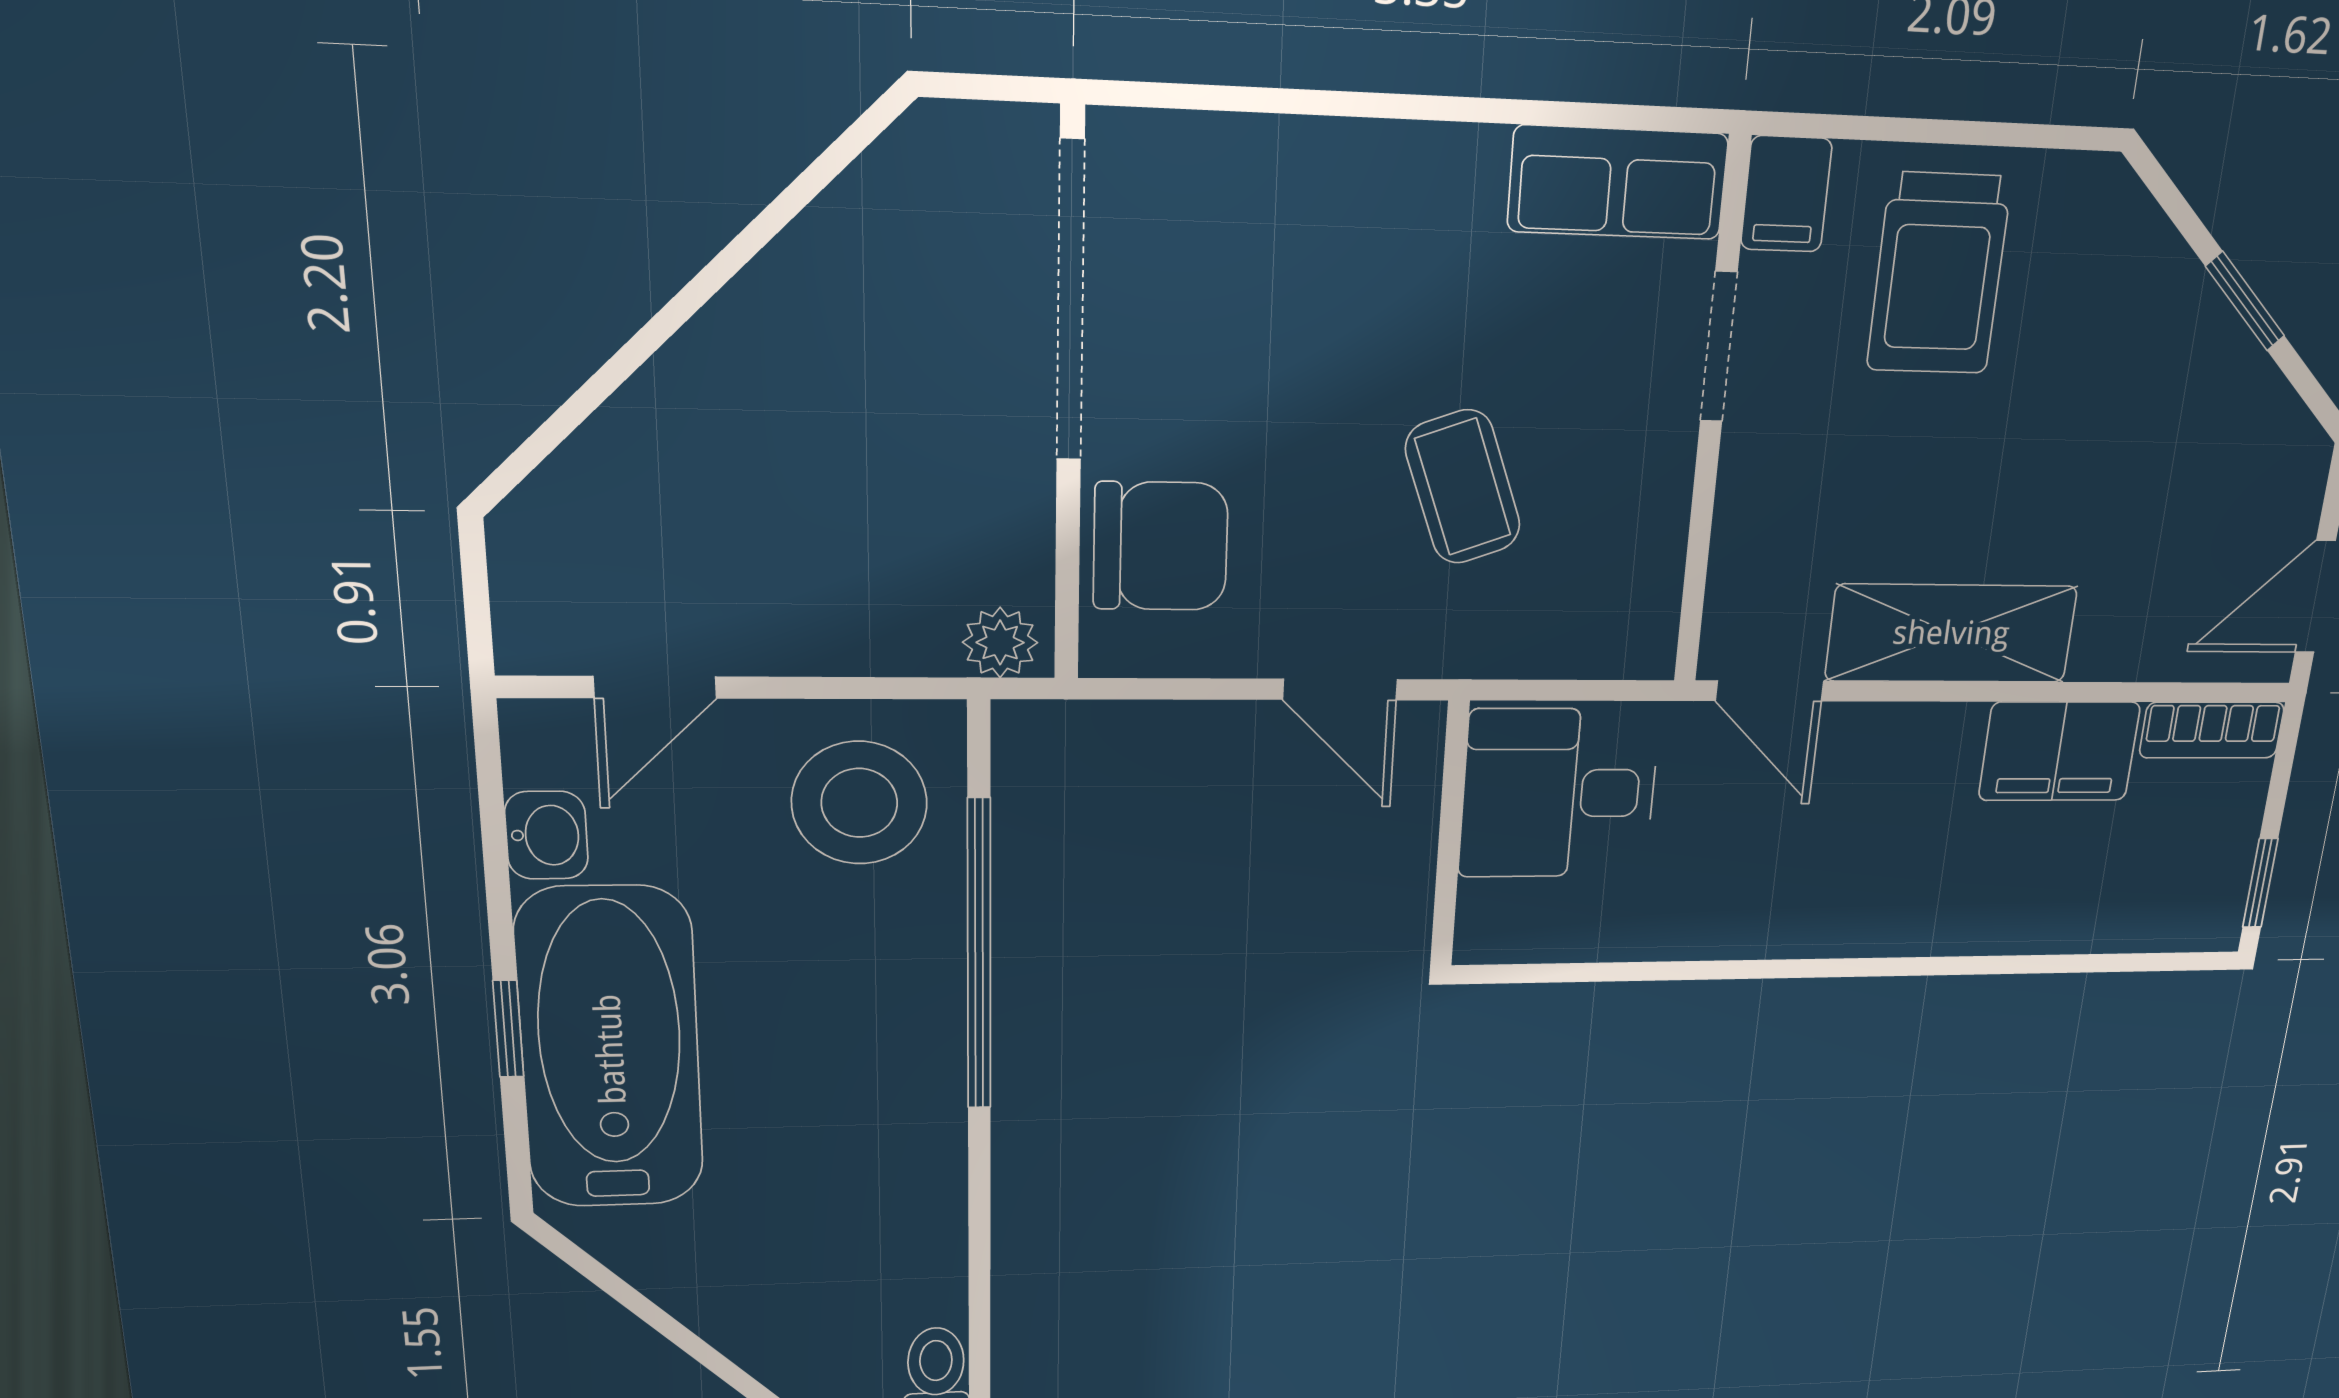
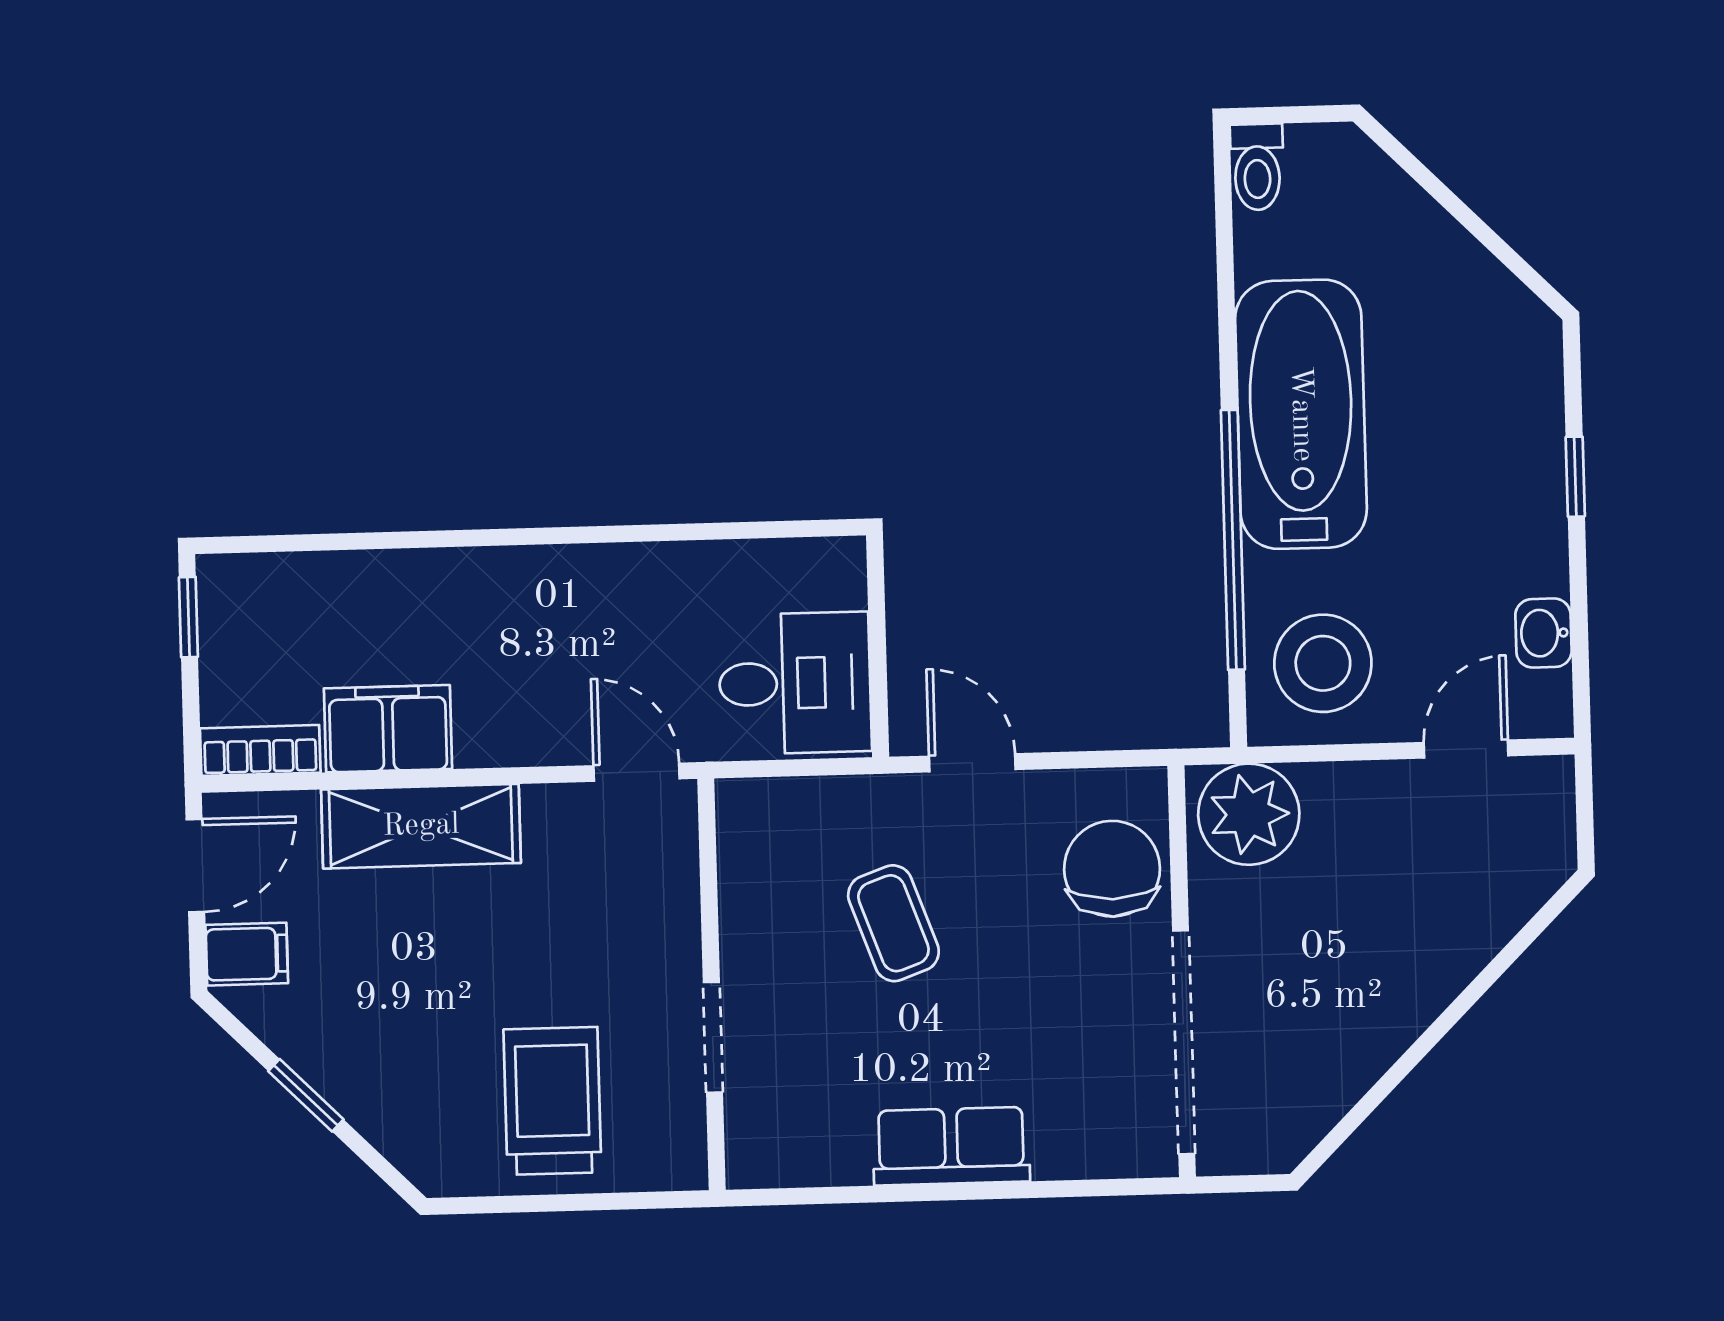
row of seats: (1618, 183) -> (951, 1146), moved
filing cabinet: (1786, 194) -> (247, 954), moved, turned 90
chair: (1161, 546) -> (1112, 869), turned 90
shelving: (1951, 633) -> (421, 826), moved
plant: (1000, 642) -> (1249, 814), width x1.87, depth x1.87
bathtub: (610, 1049) -> (1301, 414), moved, turned 180

